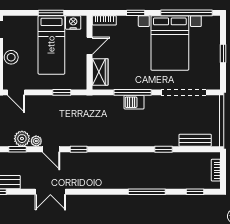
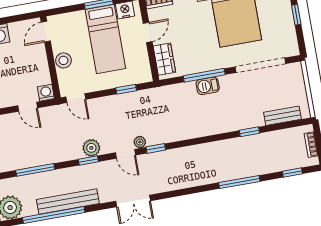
plant: (36, 141) -> (140, 142), moved

